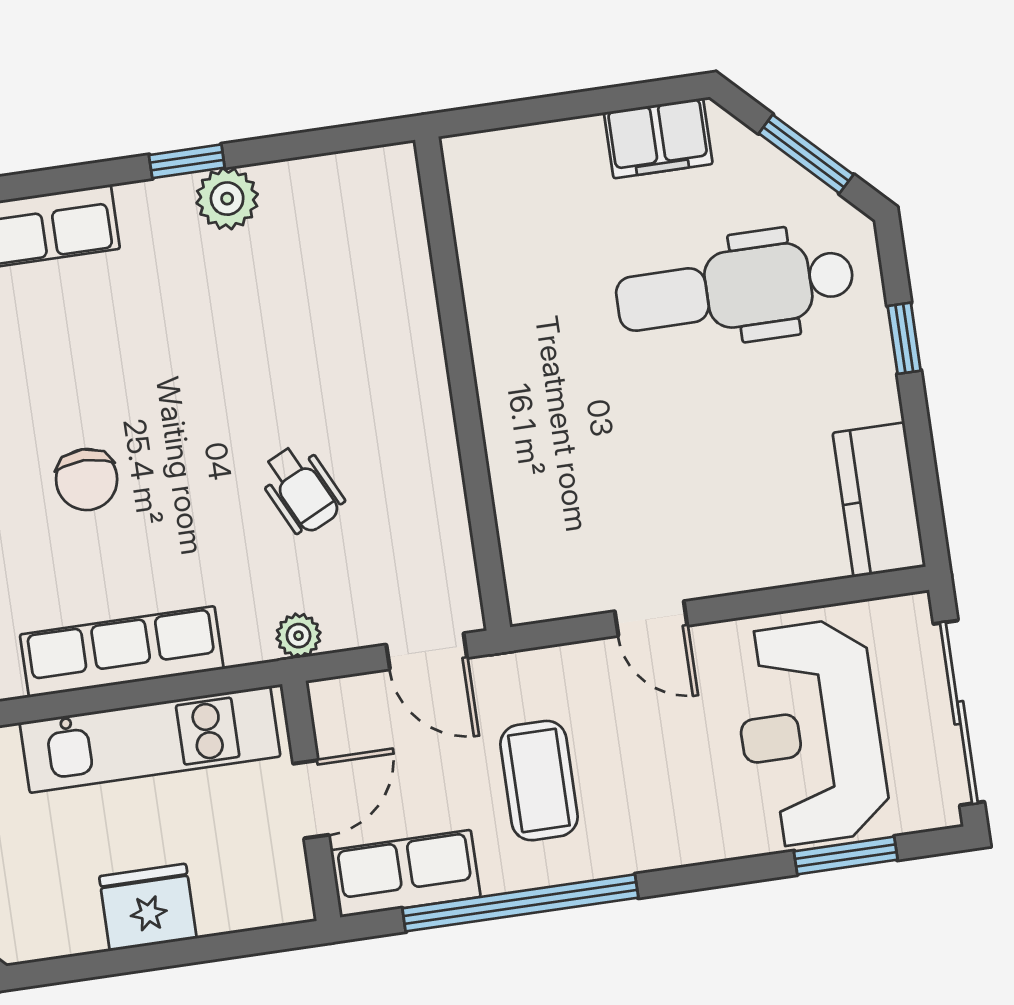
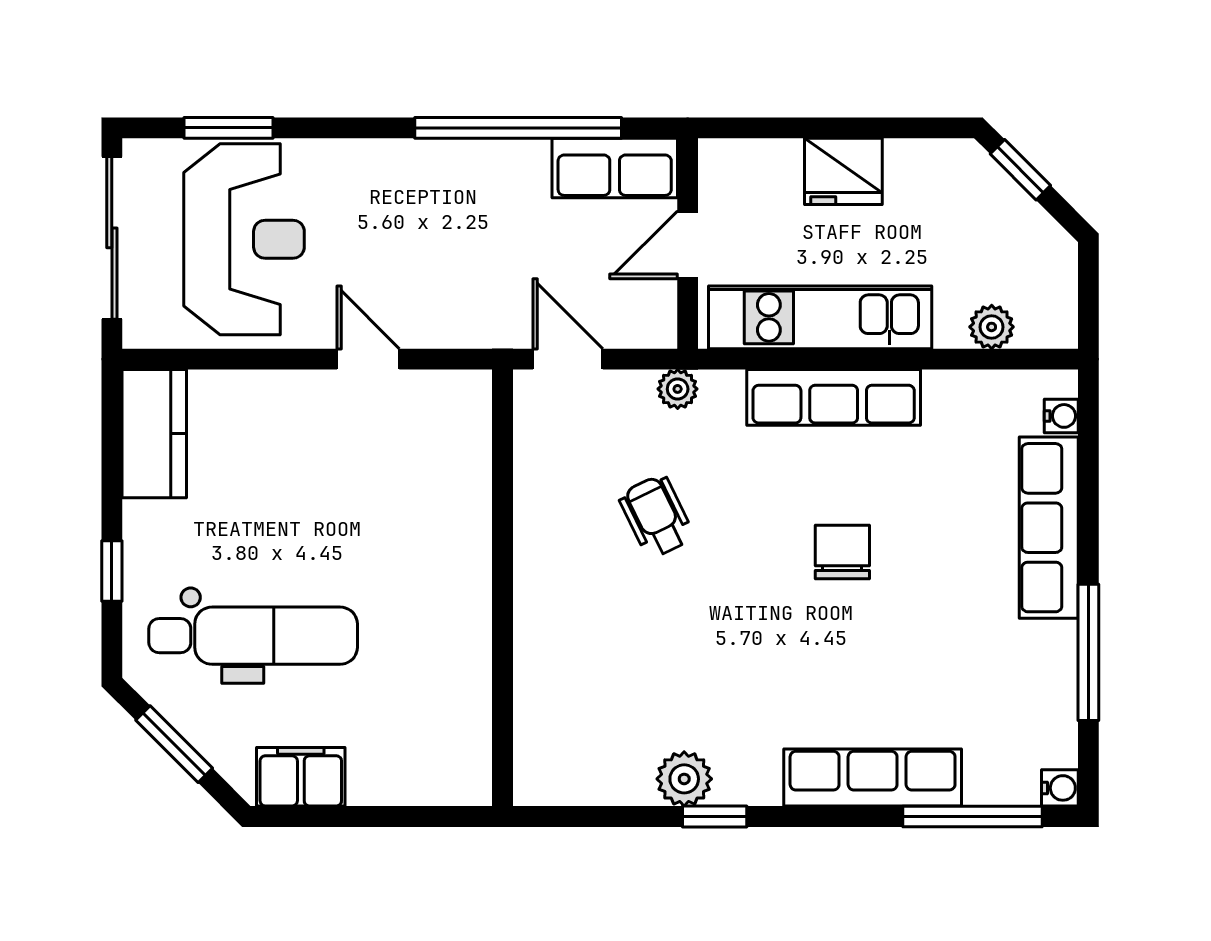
coffee table: (539, 781) -> (486, 232), removed

